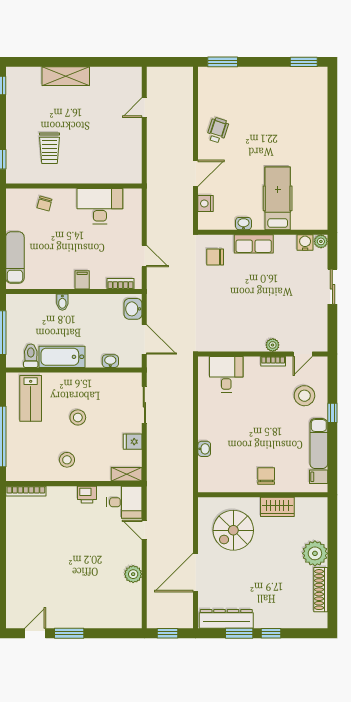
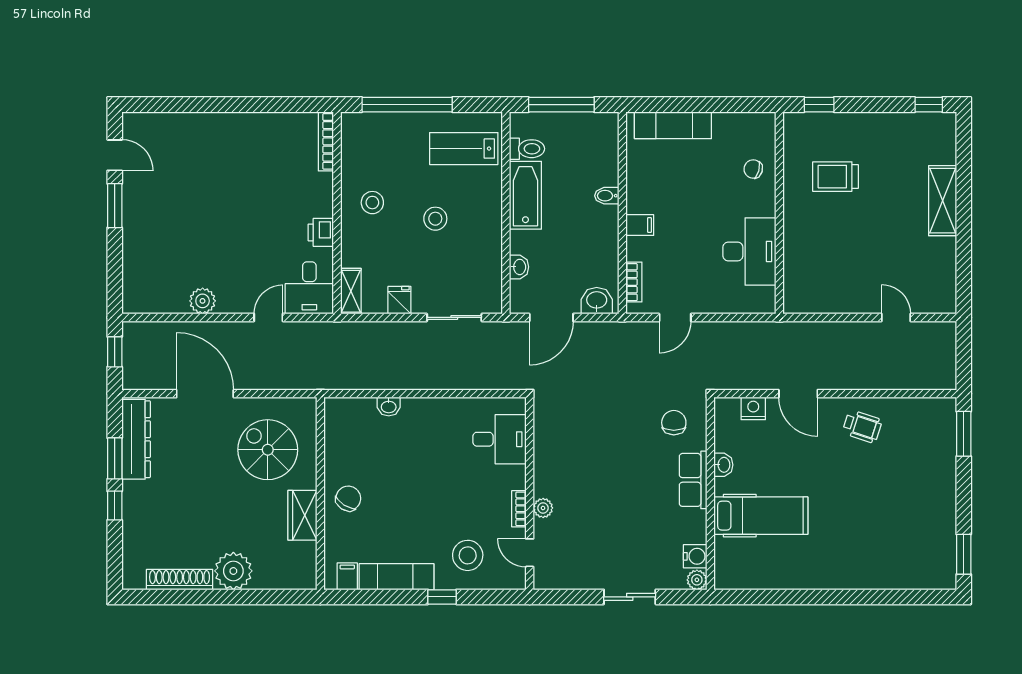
chair: (266, 476) -> (348, 498), turned -57

